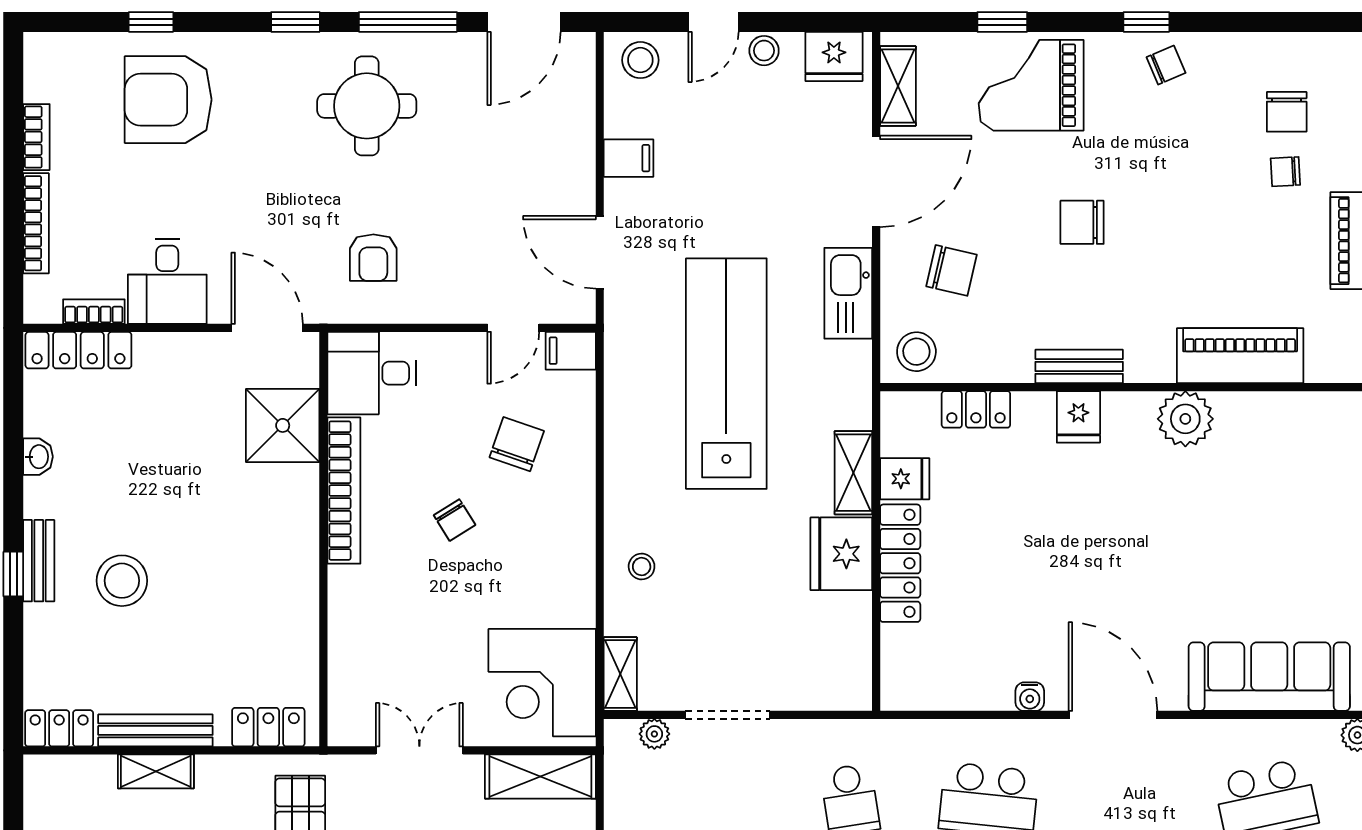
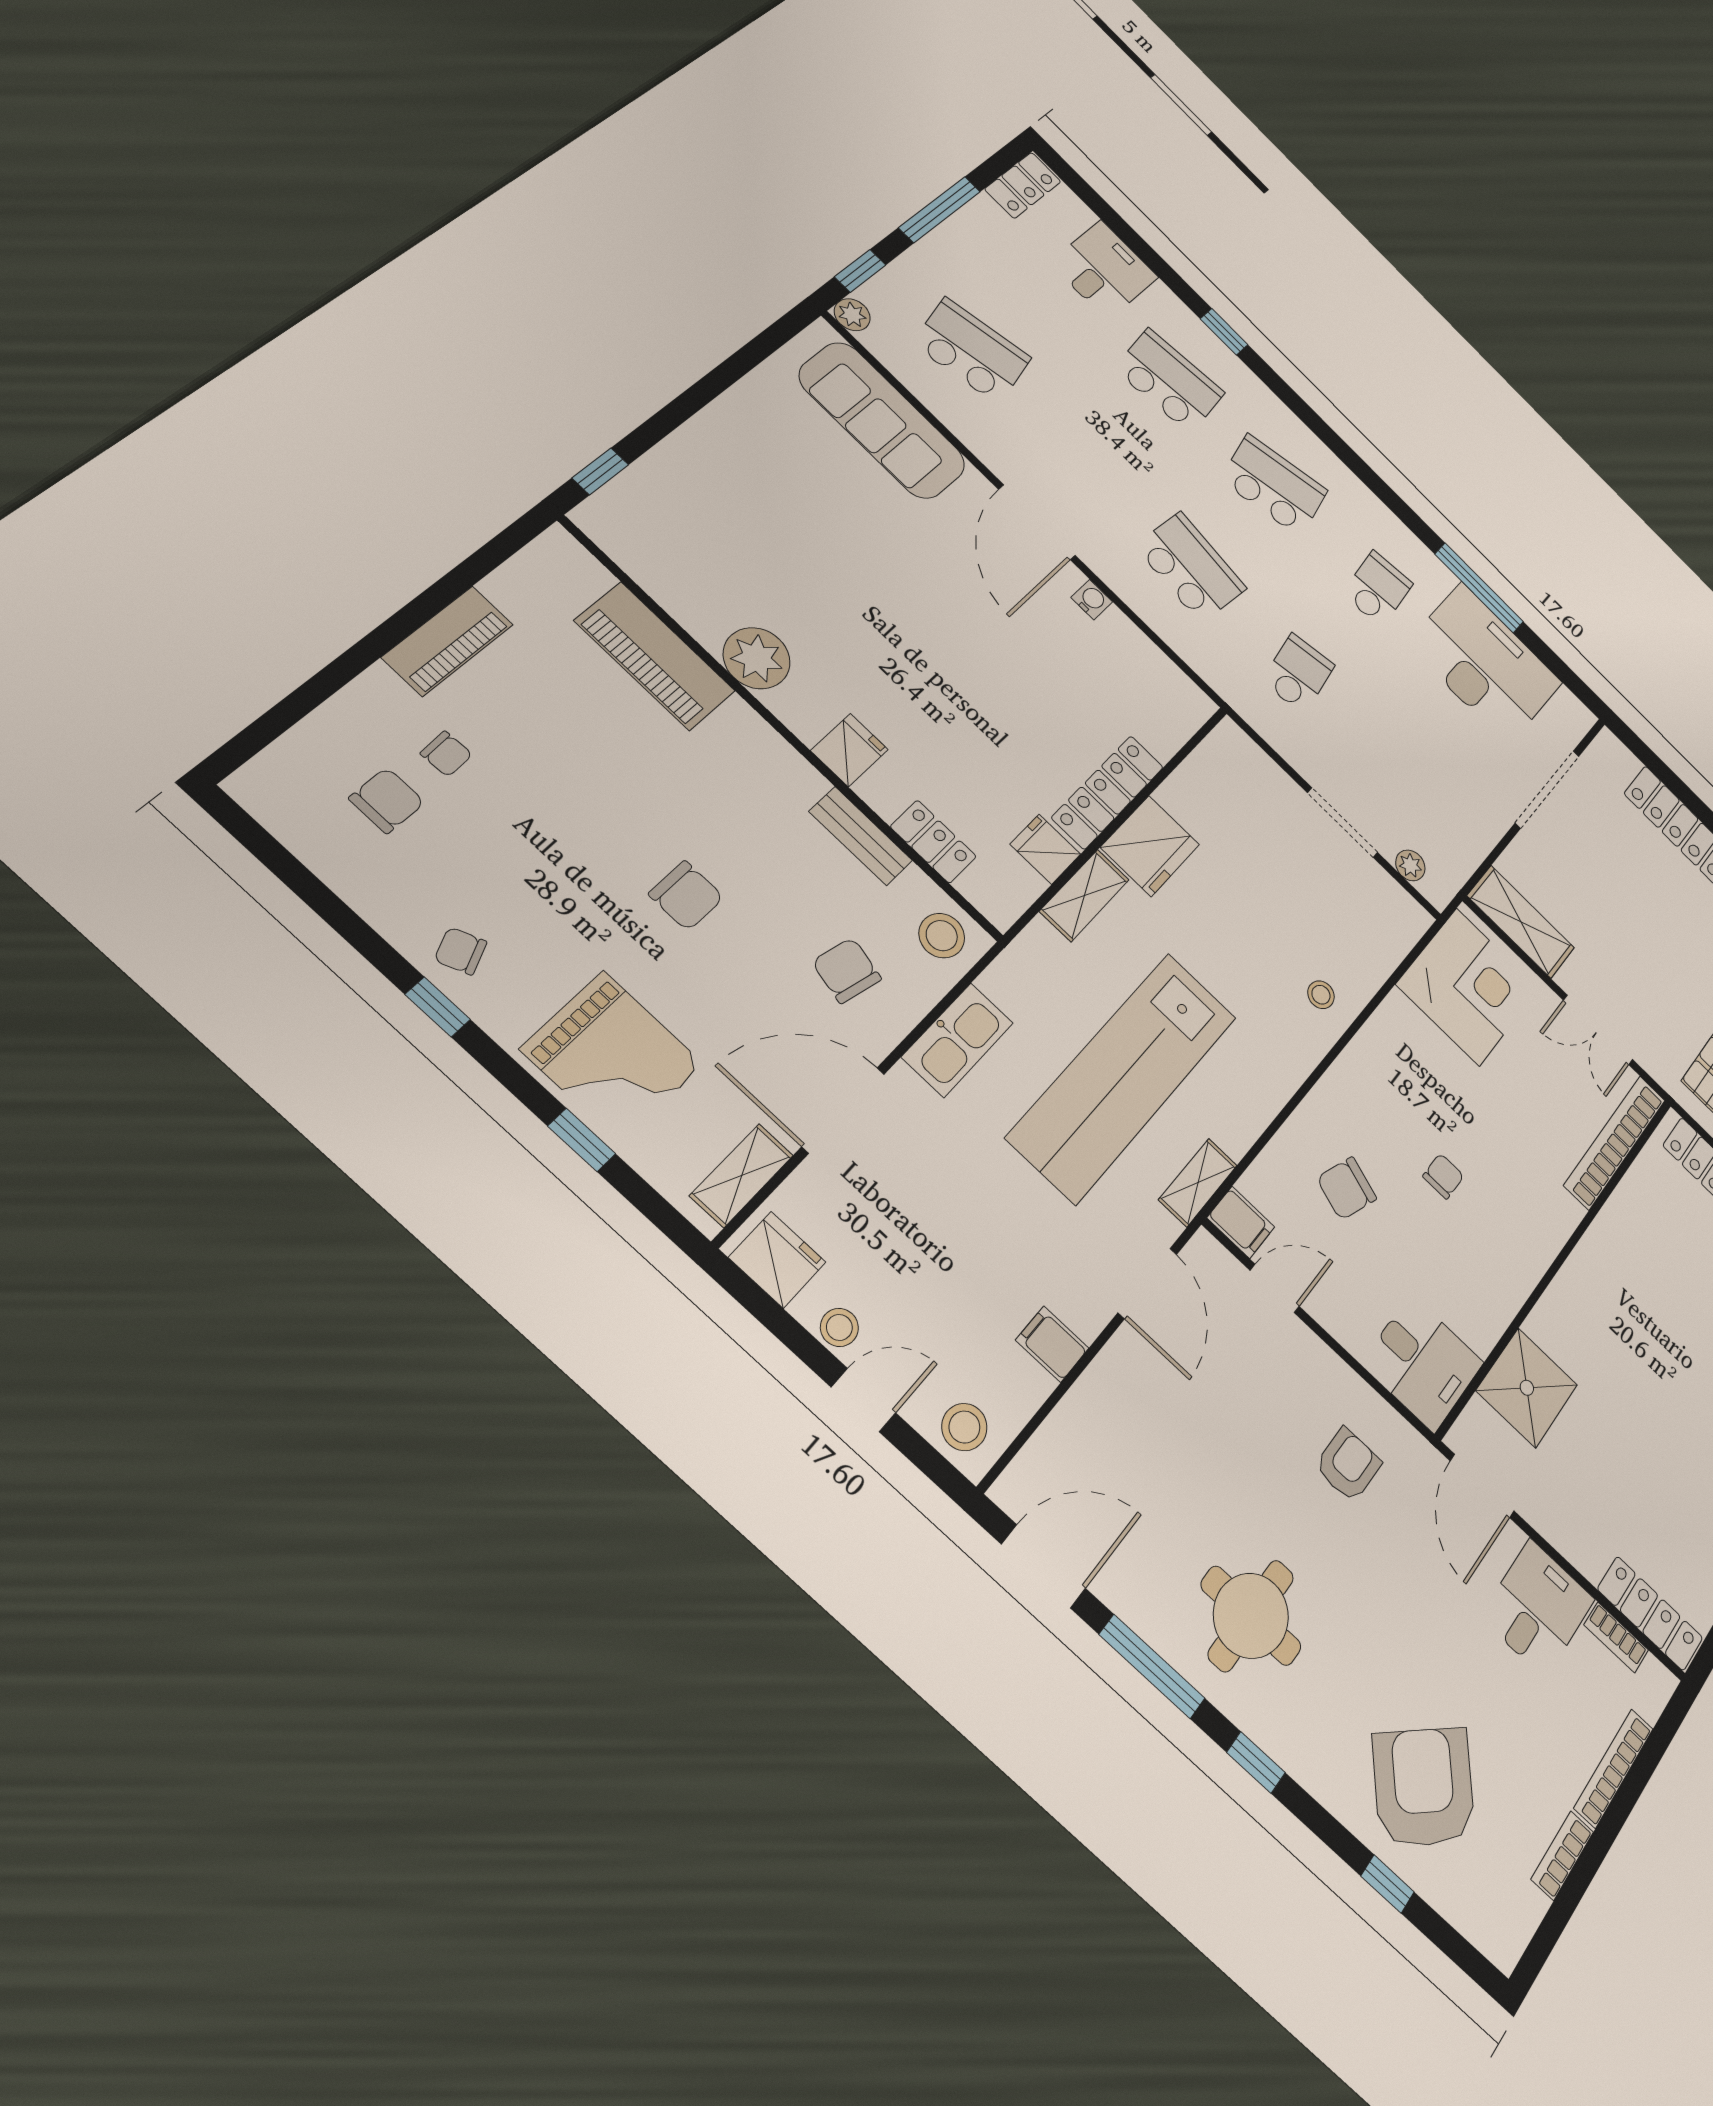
armchair: (168, 100) -> (1424, 1787), turned -132
bench: (1079, 366) -> (861, 836), moved
bookcase: (344, 491) -> (1615, 1142), moved
chair: (455, 520) -> (1443, 1176), turned 32
shelving: (620, 674) -> (1198, 1183), moved

